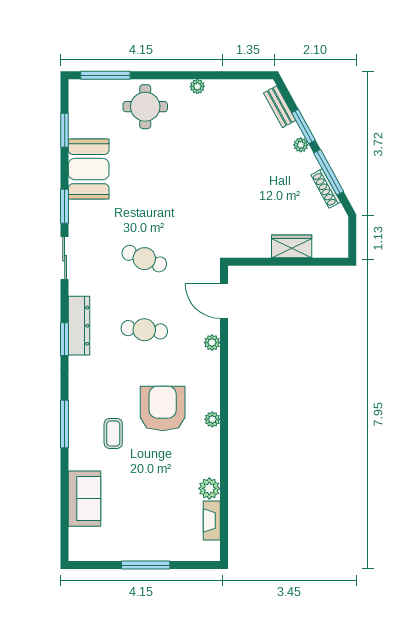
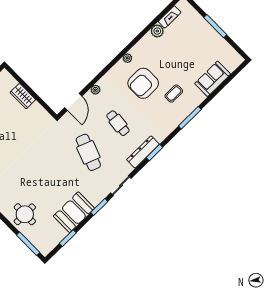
cafe table: (144, 259) -> (88, 152), width x1.37, depth x1.35

